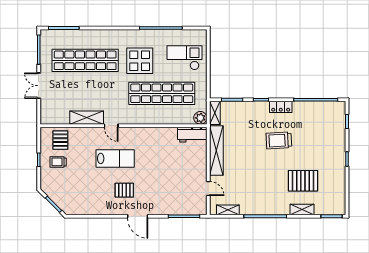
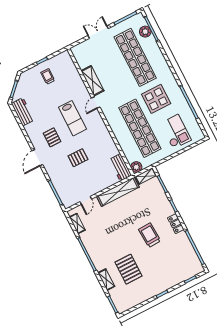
plant: (63, 36) -> (145, 32), added
pallet: (60, 140) -> (78, 158), moved
workbench: (82, 207) -> (23, 112), added

